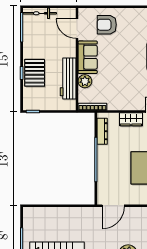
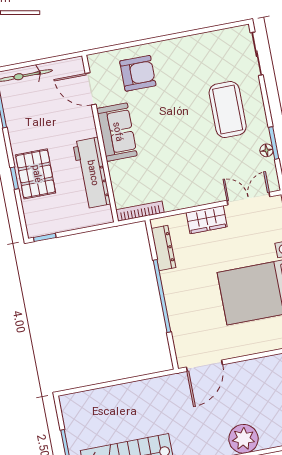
armchair: (107, 25) -> (138, 73), turned 180
plant: (85, 81) -> (120, 172), removed

